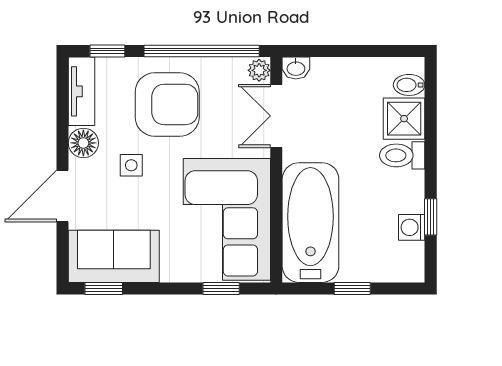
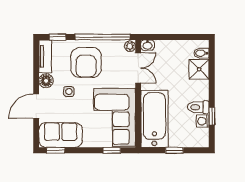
armchair: (167, 104) -> (86, 62), turned 90
double door: (276, 116) -> (138, 68), swing flipped
toilet: (402, 155) -> (198, 107), moved

